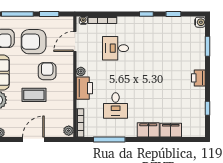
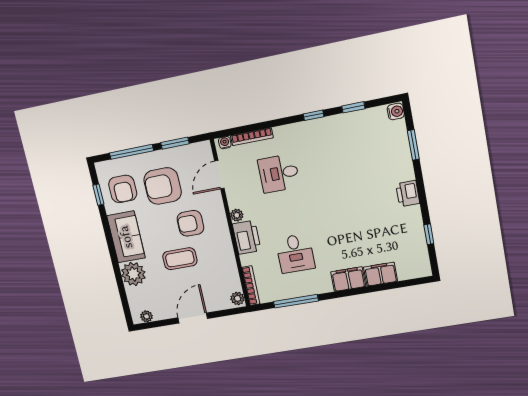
armchair: (47, 71) -> (190, 223), turned -90

